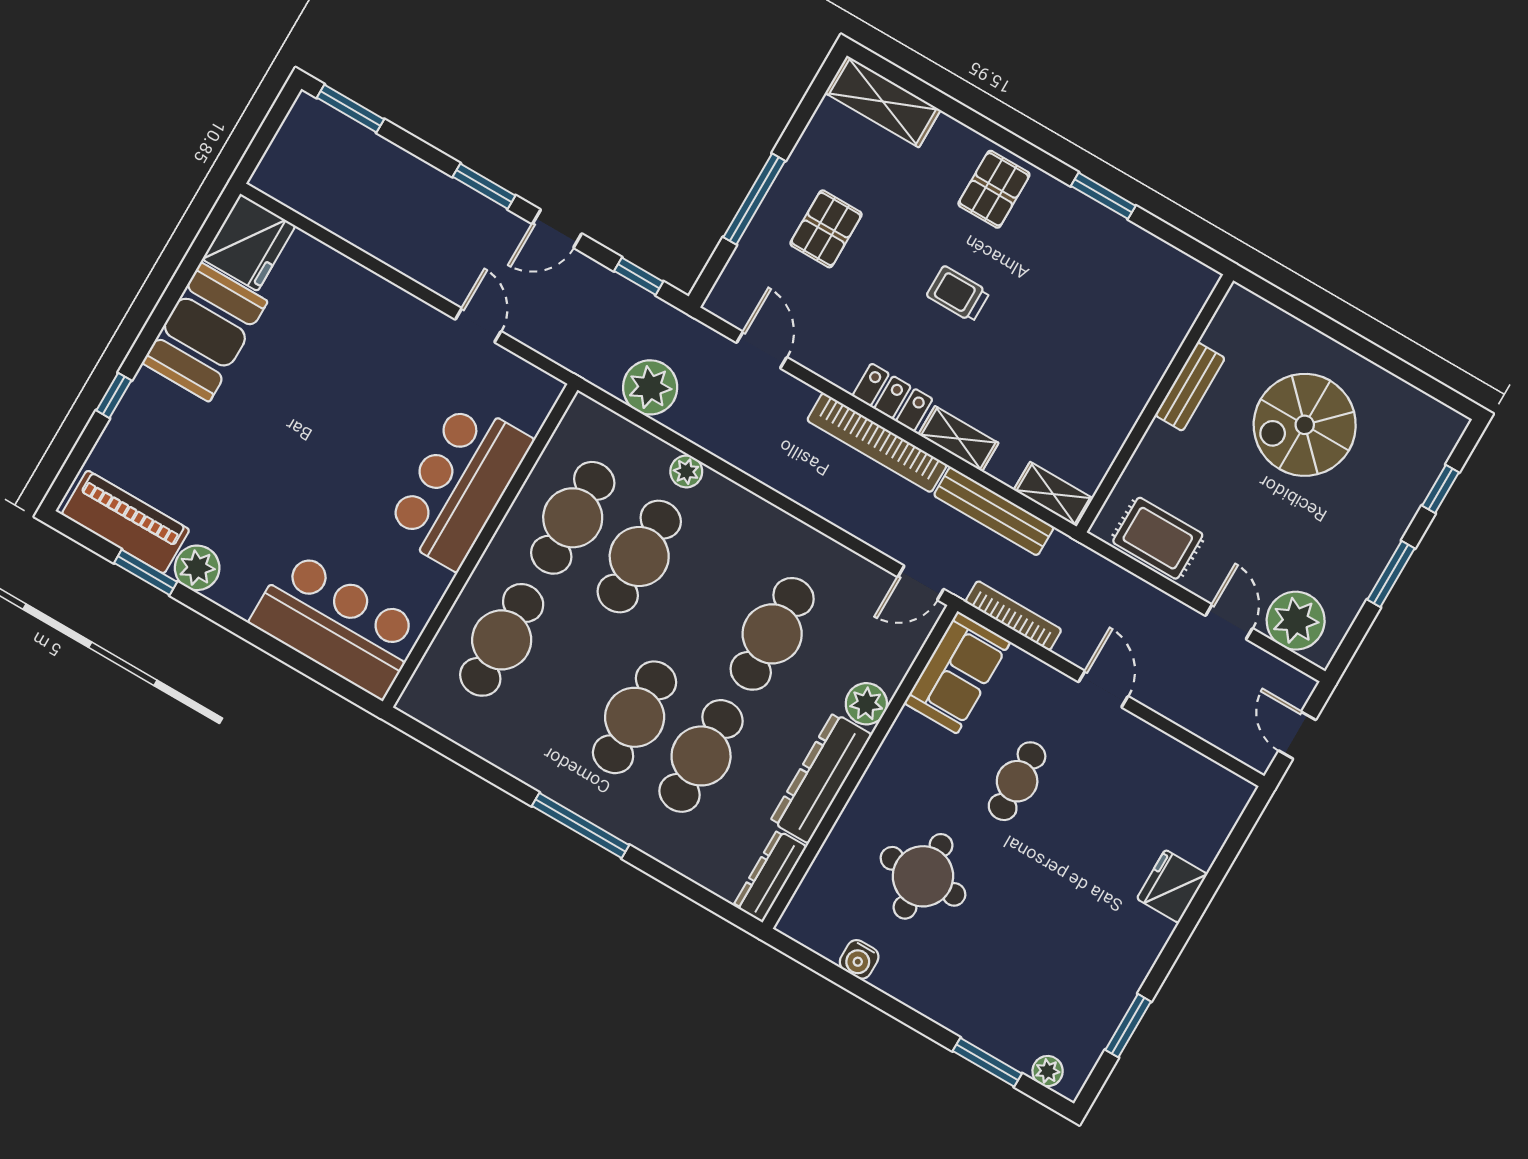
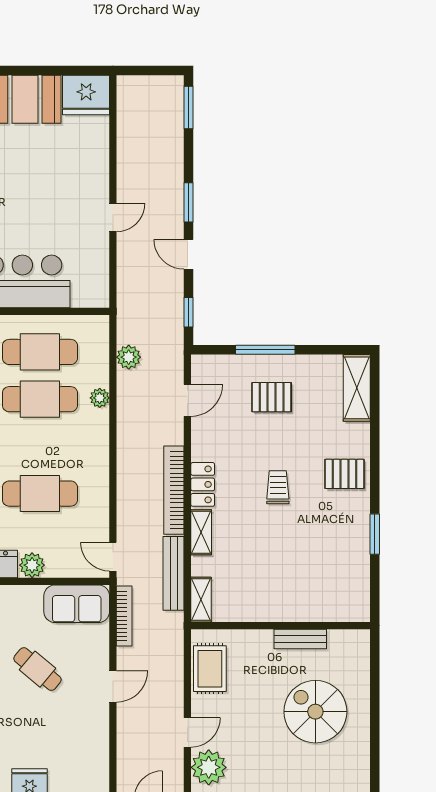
door: (478, 325) -> (113, 217), moved
plant: (650, 387) -> (129, 357), width x0.73, depth x0.73
cafe table: (1017, 781) -> (37, 669), turned 41

